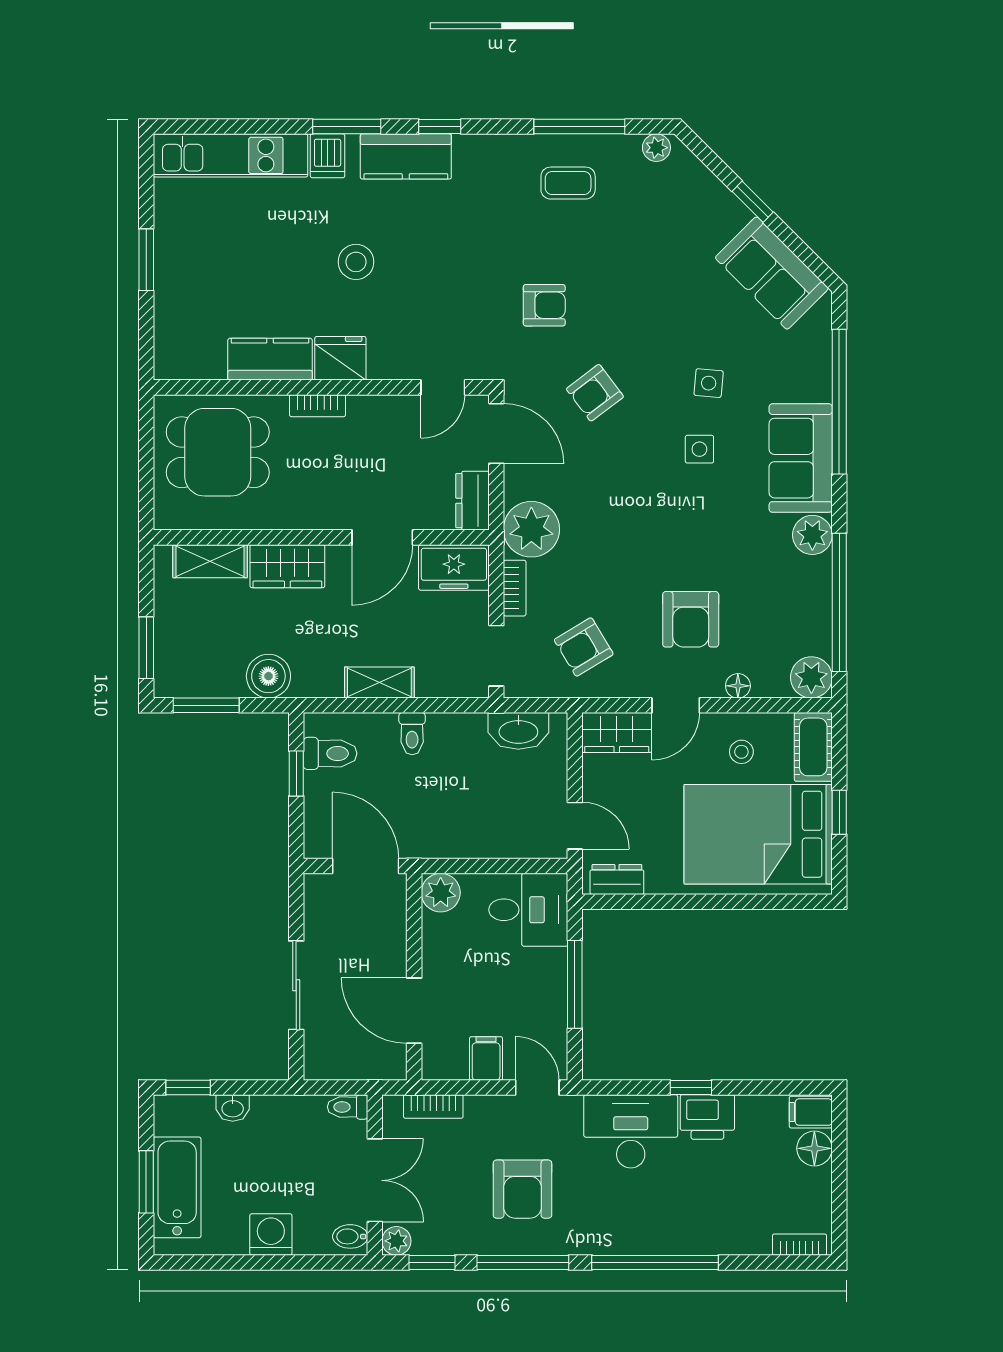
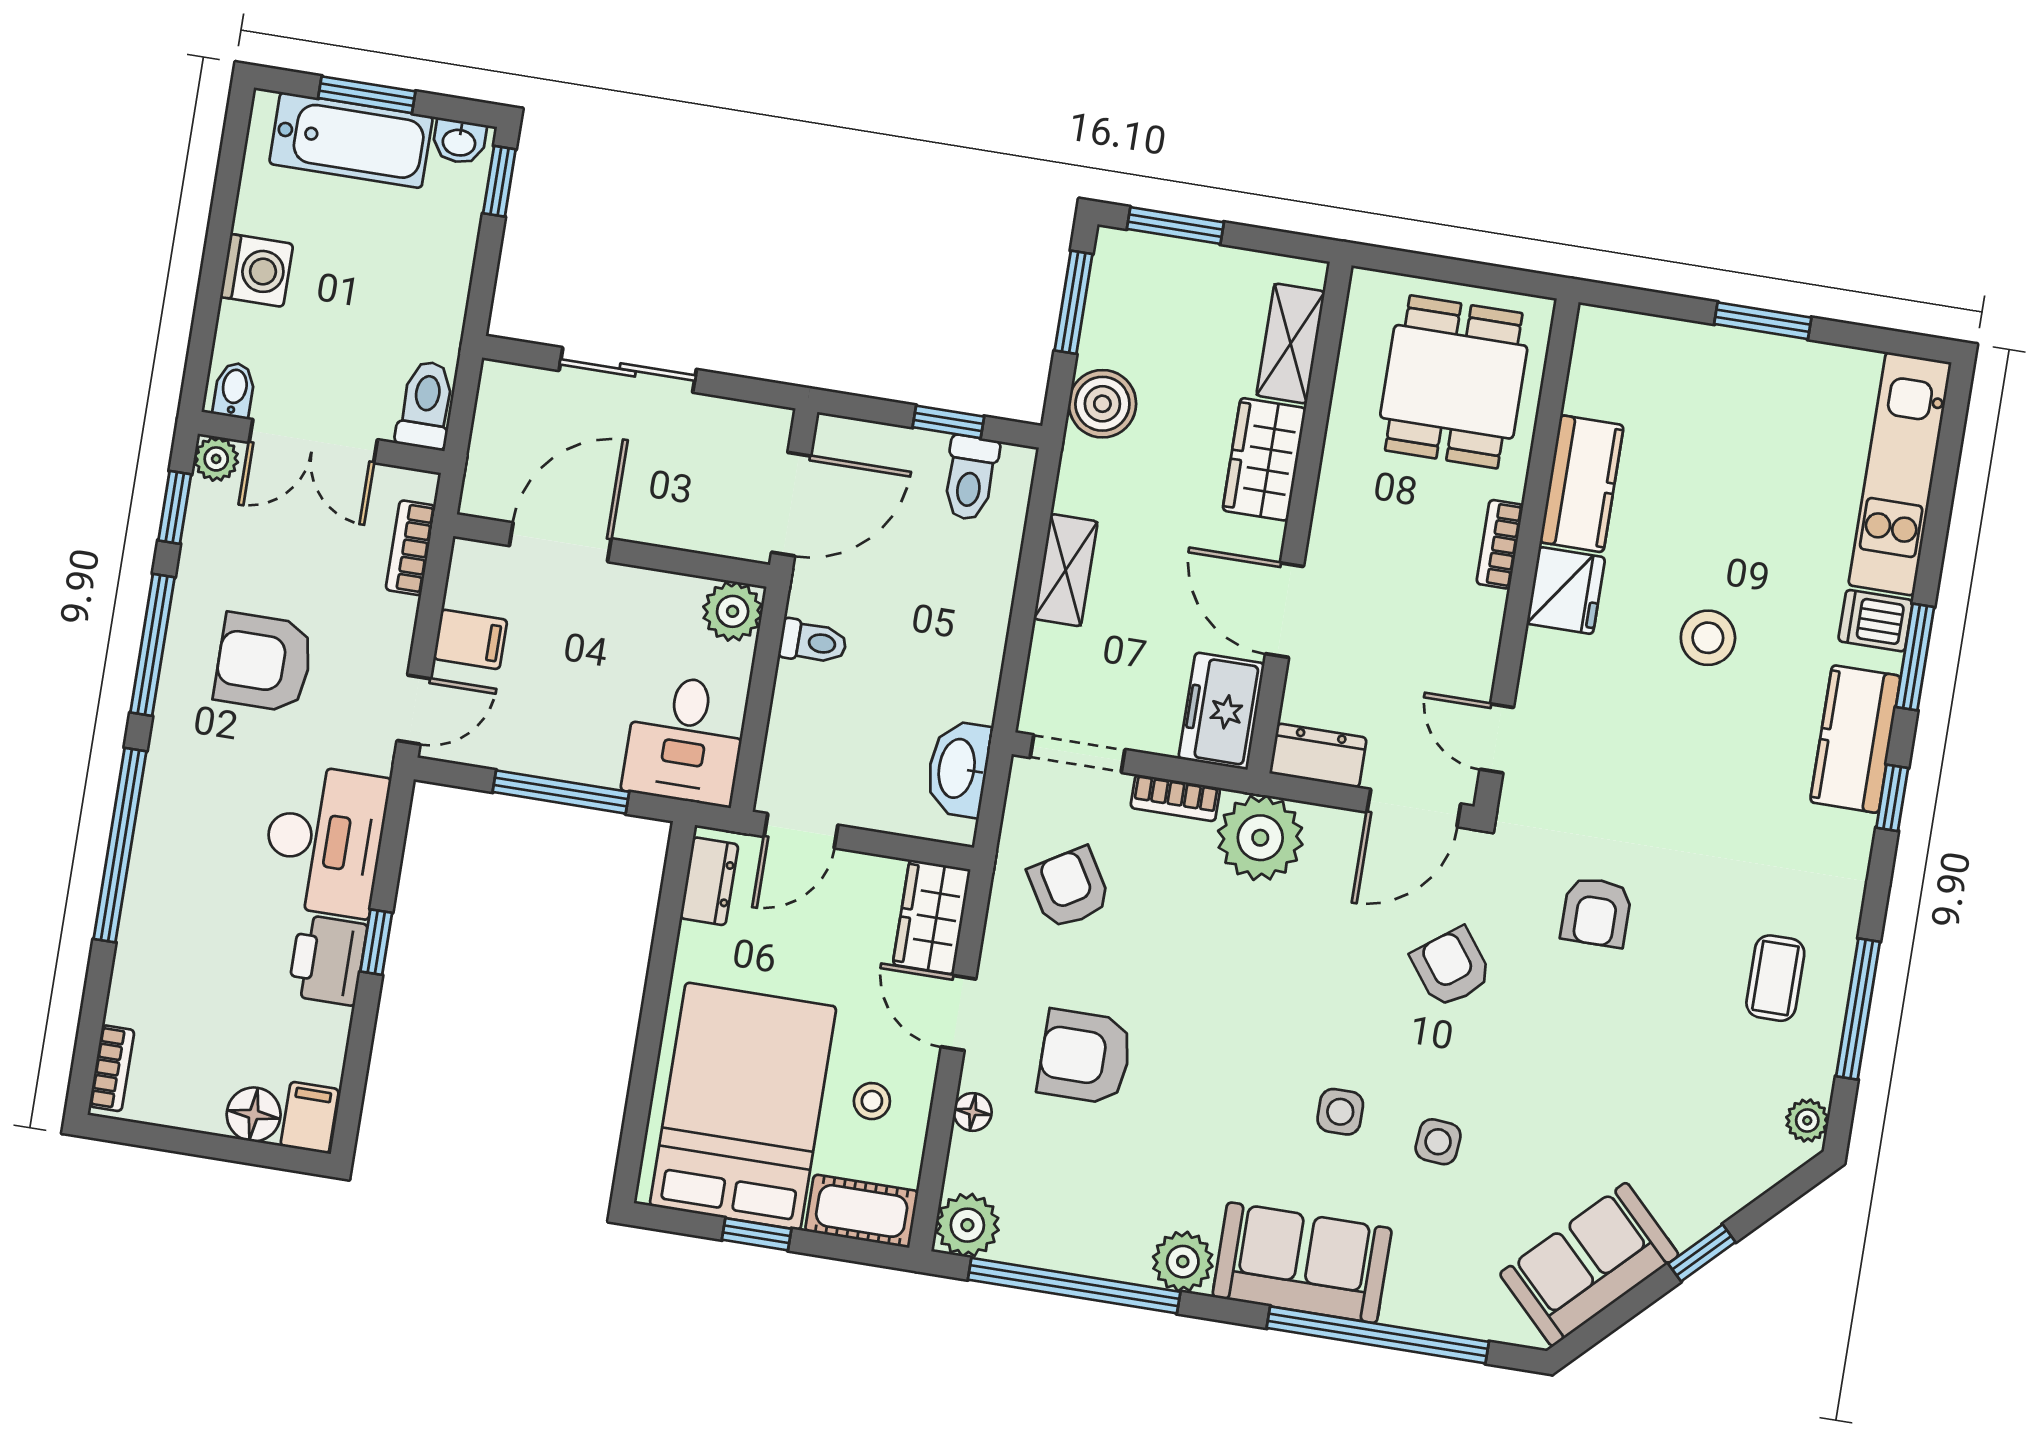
toilet: (412, 734) -> (813, 642), moved, turned 180
toilet: (348, 1107) -> (426, 405), width x1.37, depth x1.39
washbasin: (233, 1108) -> (459, 141), moved, turned -90

